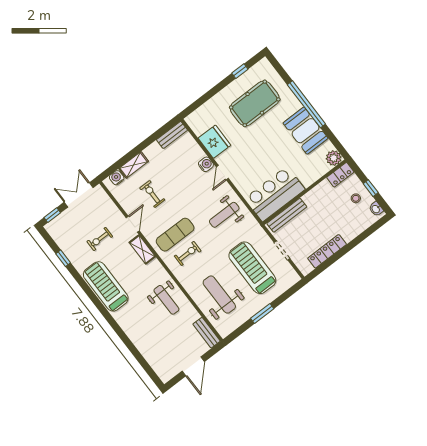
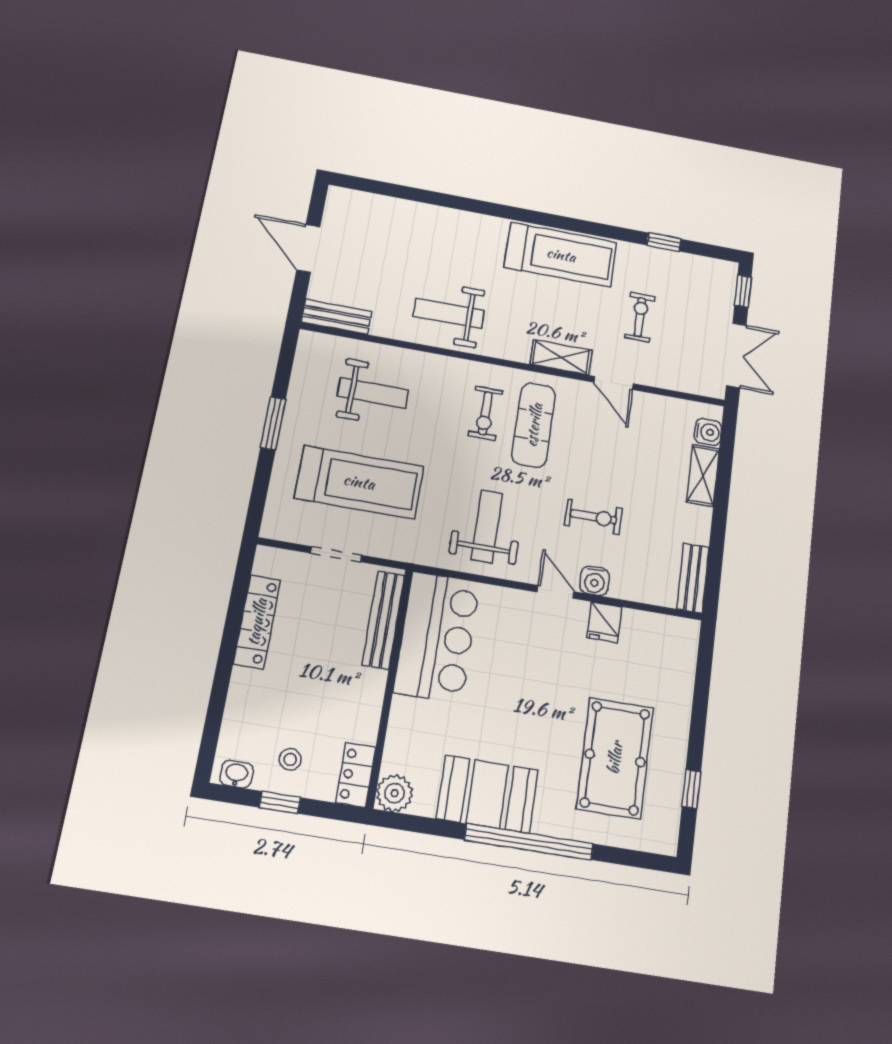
fridge: (214, 142) -> (604, 622), width x0.53, depth x0.75
exercise bike: (152, 194) -> (593, 517), moved
weight bench: (219, 295) -> (373, 393), width x0.73, depth x0.75

